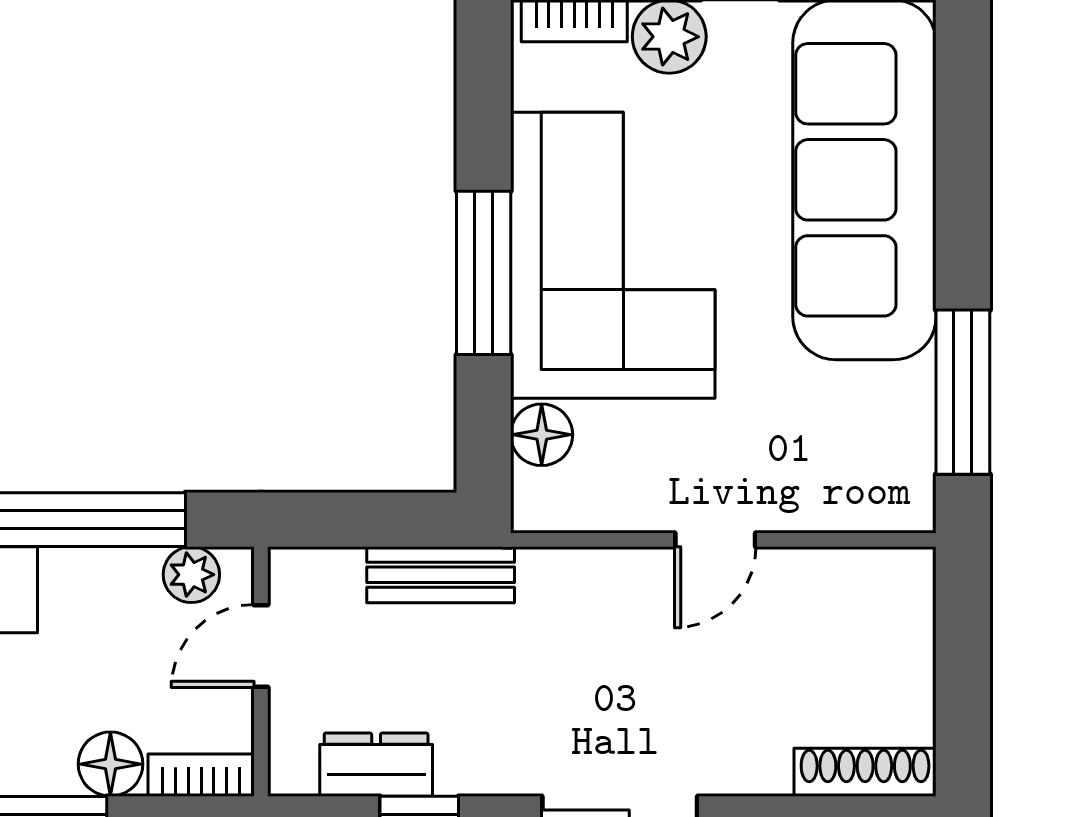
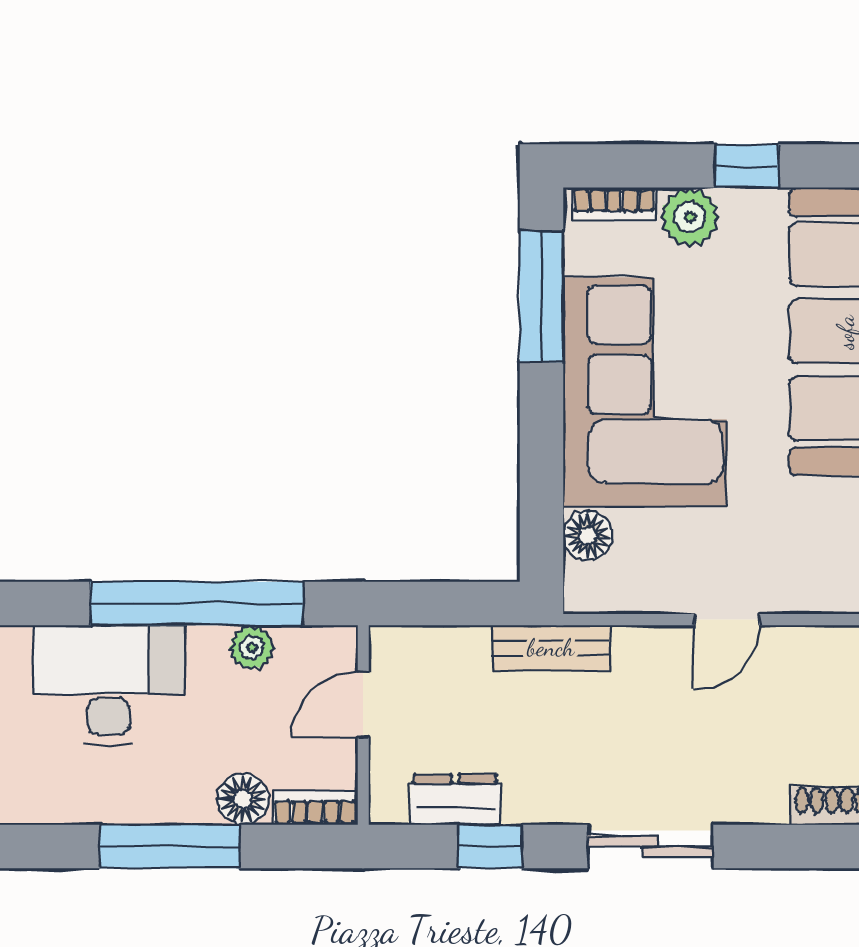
window: (484, 273) -> (541, 297), moved
plant: (191, 575) -> (252, 647), moved
bench: (441, 575) -> (551, 648), moved

